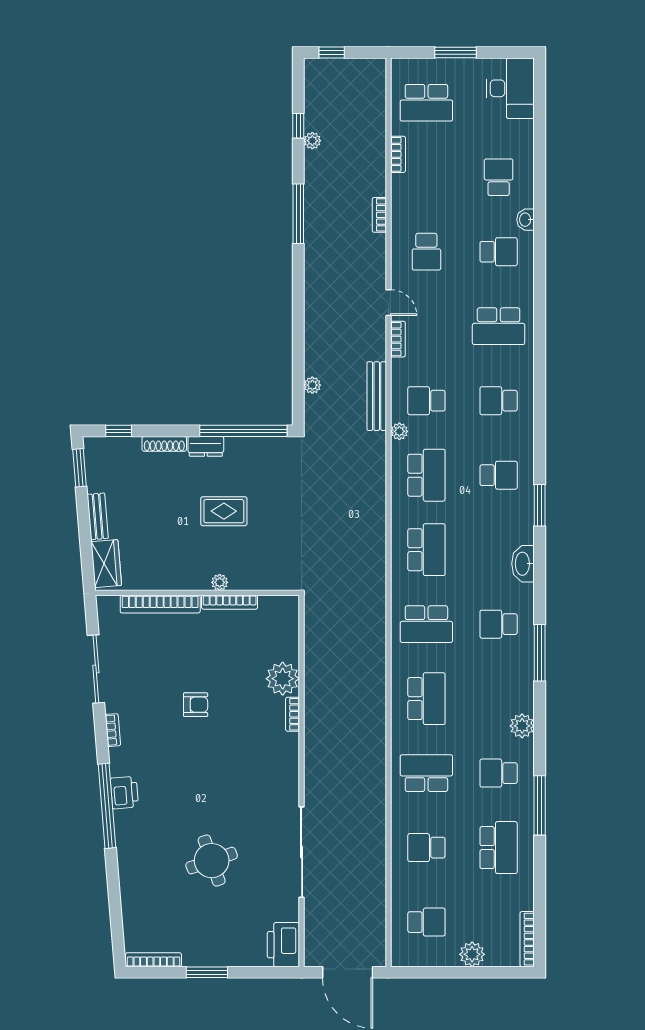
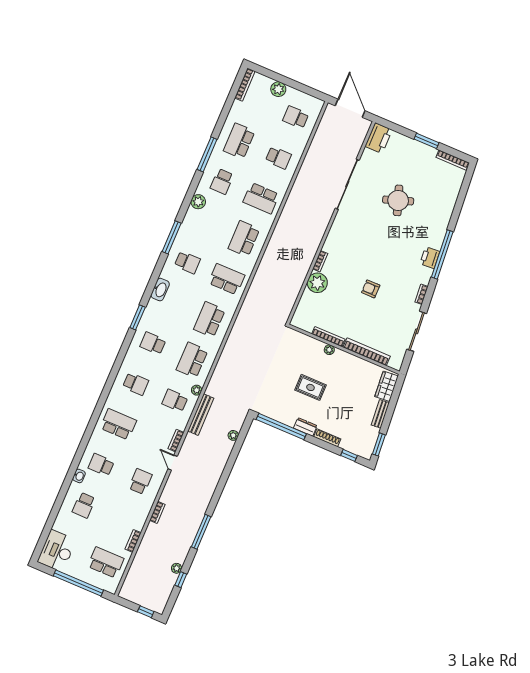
window: (456, 53) -> (78, 583), width x2.11
school desk: (426, 401) -> (175, 401), turned 180
school desk: (499, 773) -> (222, 181), turned 90

